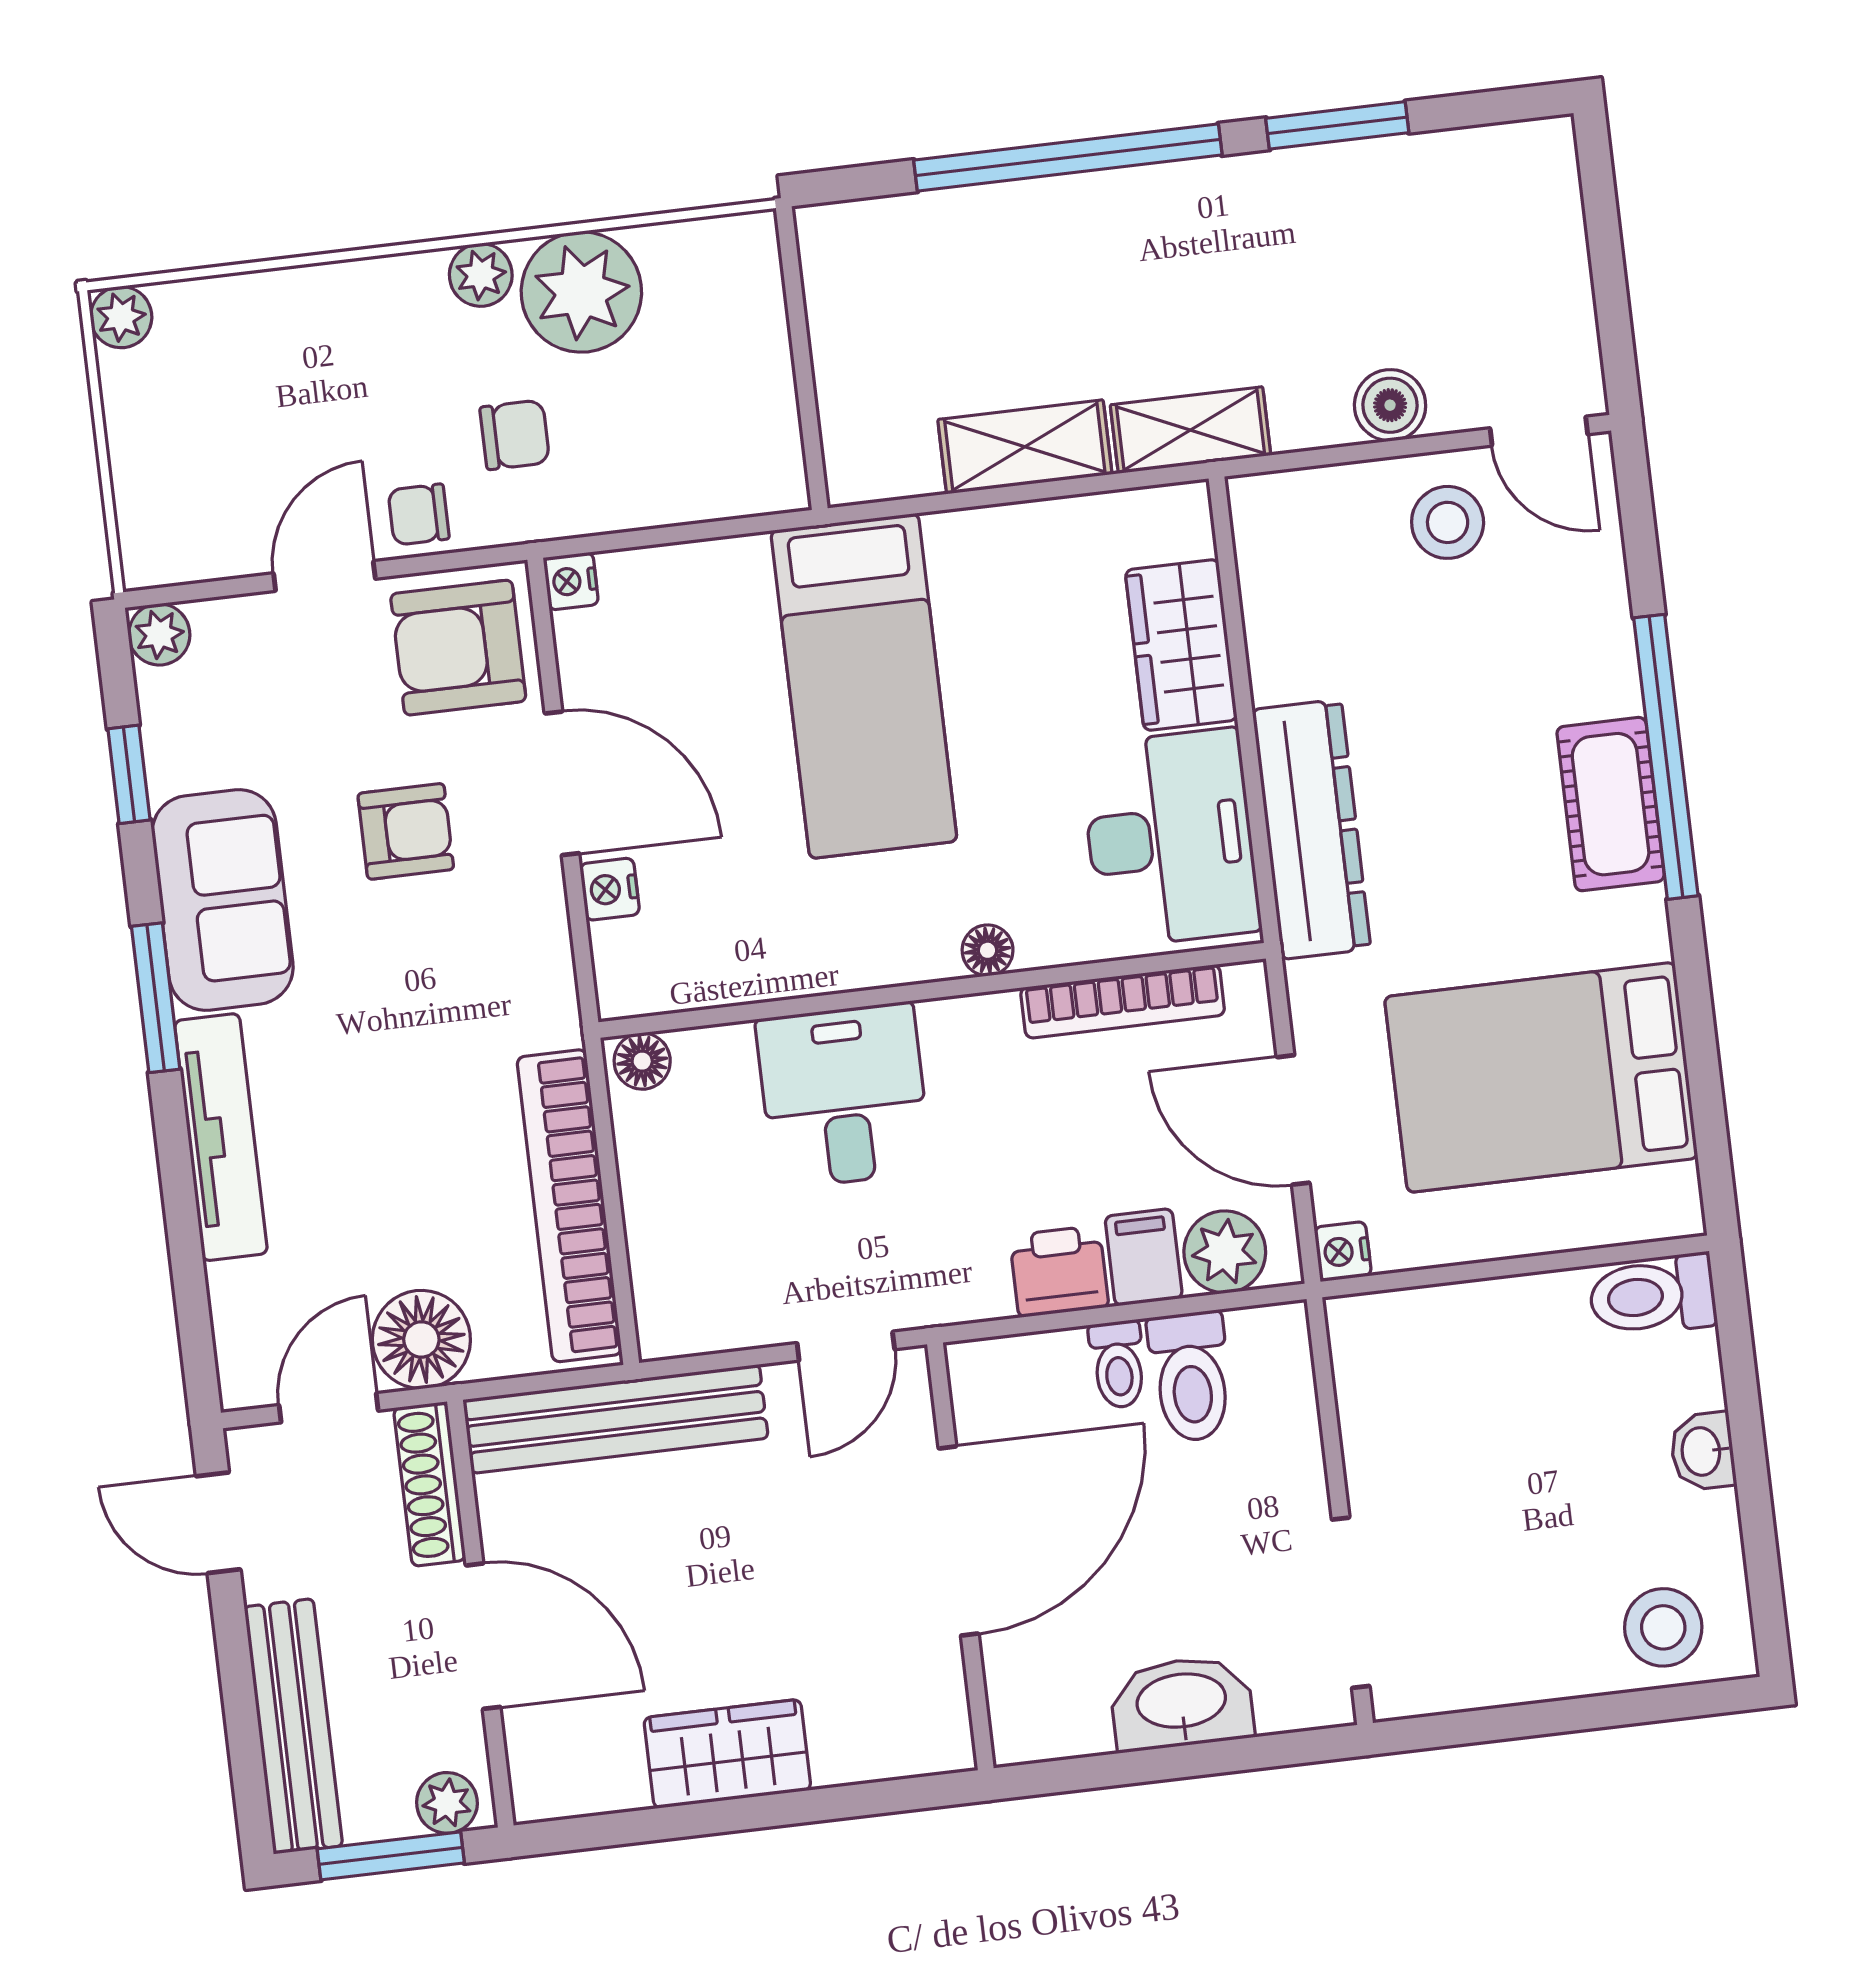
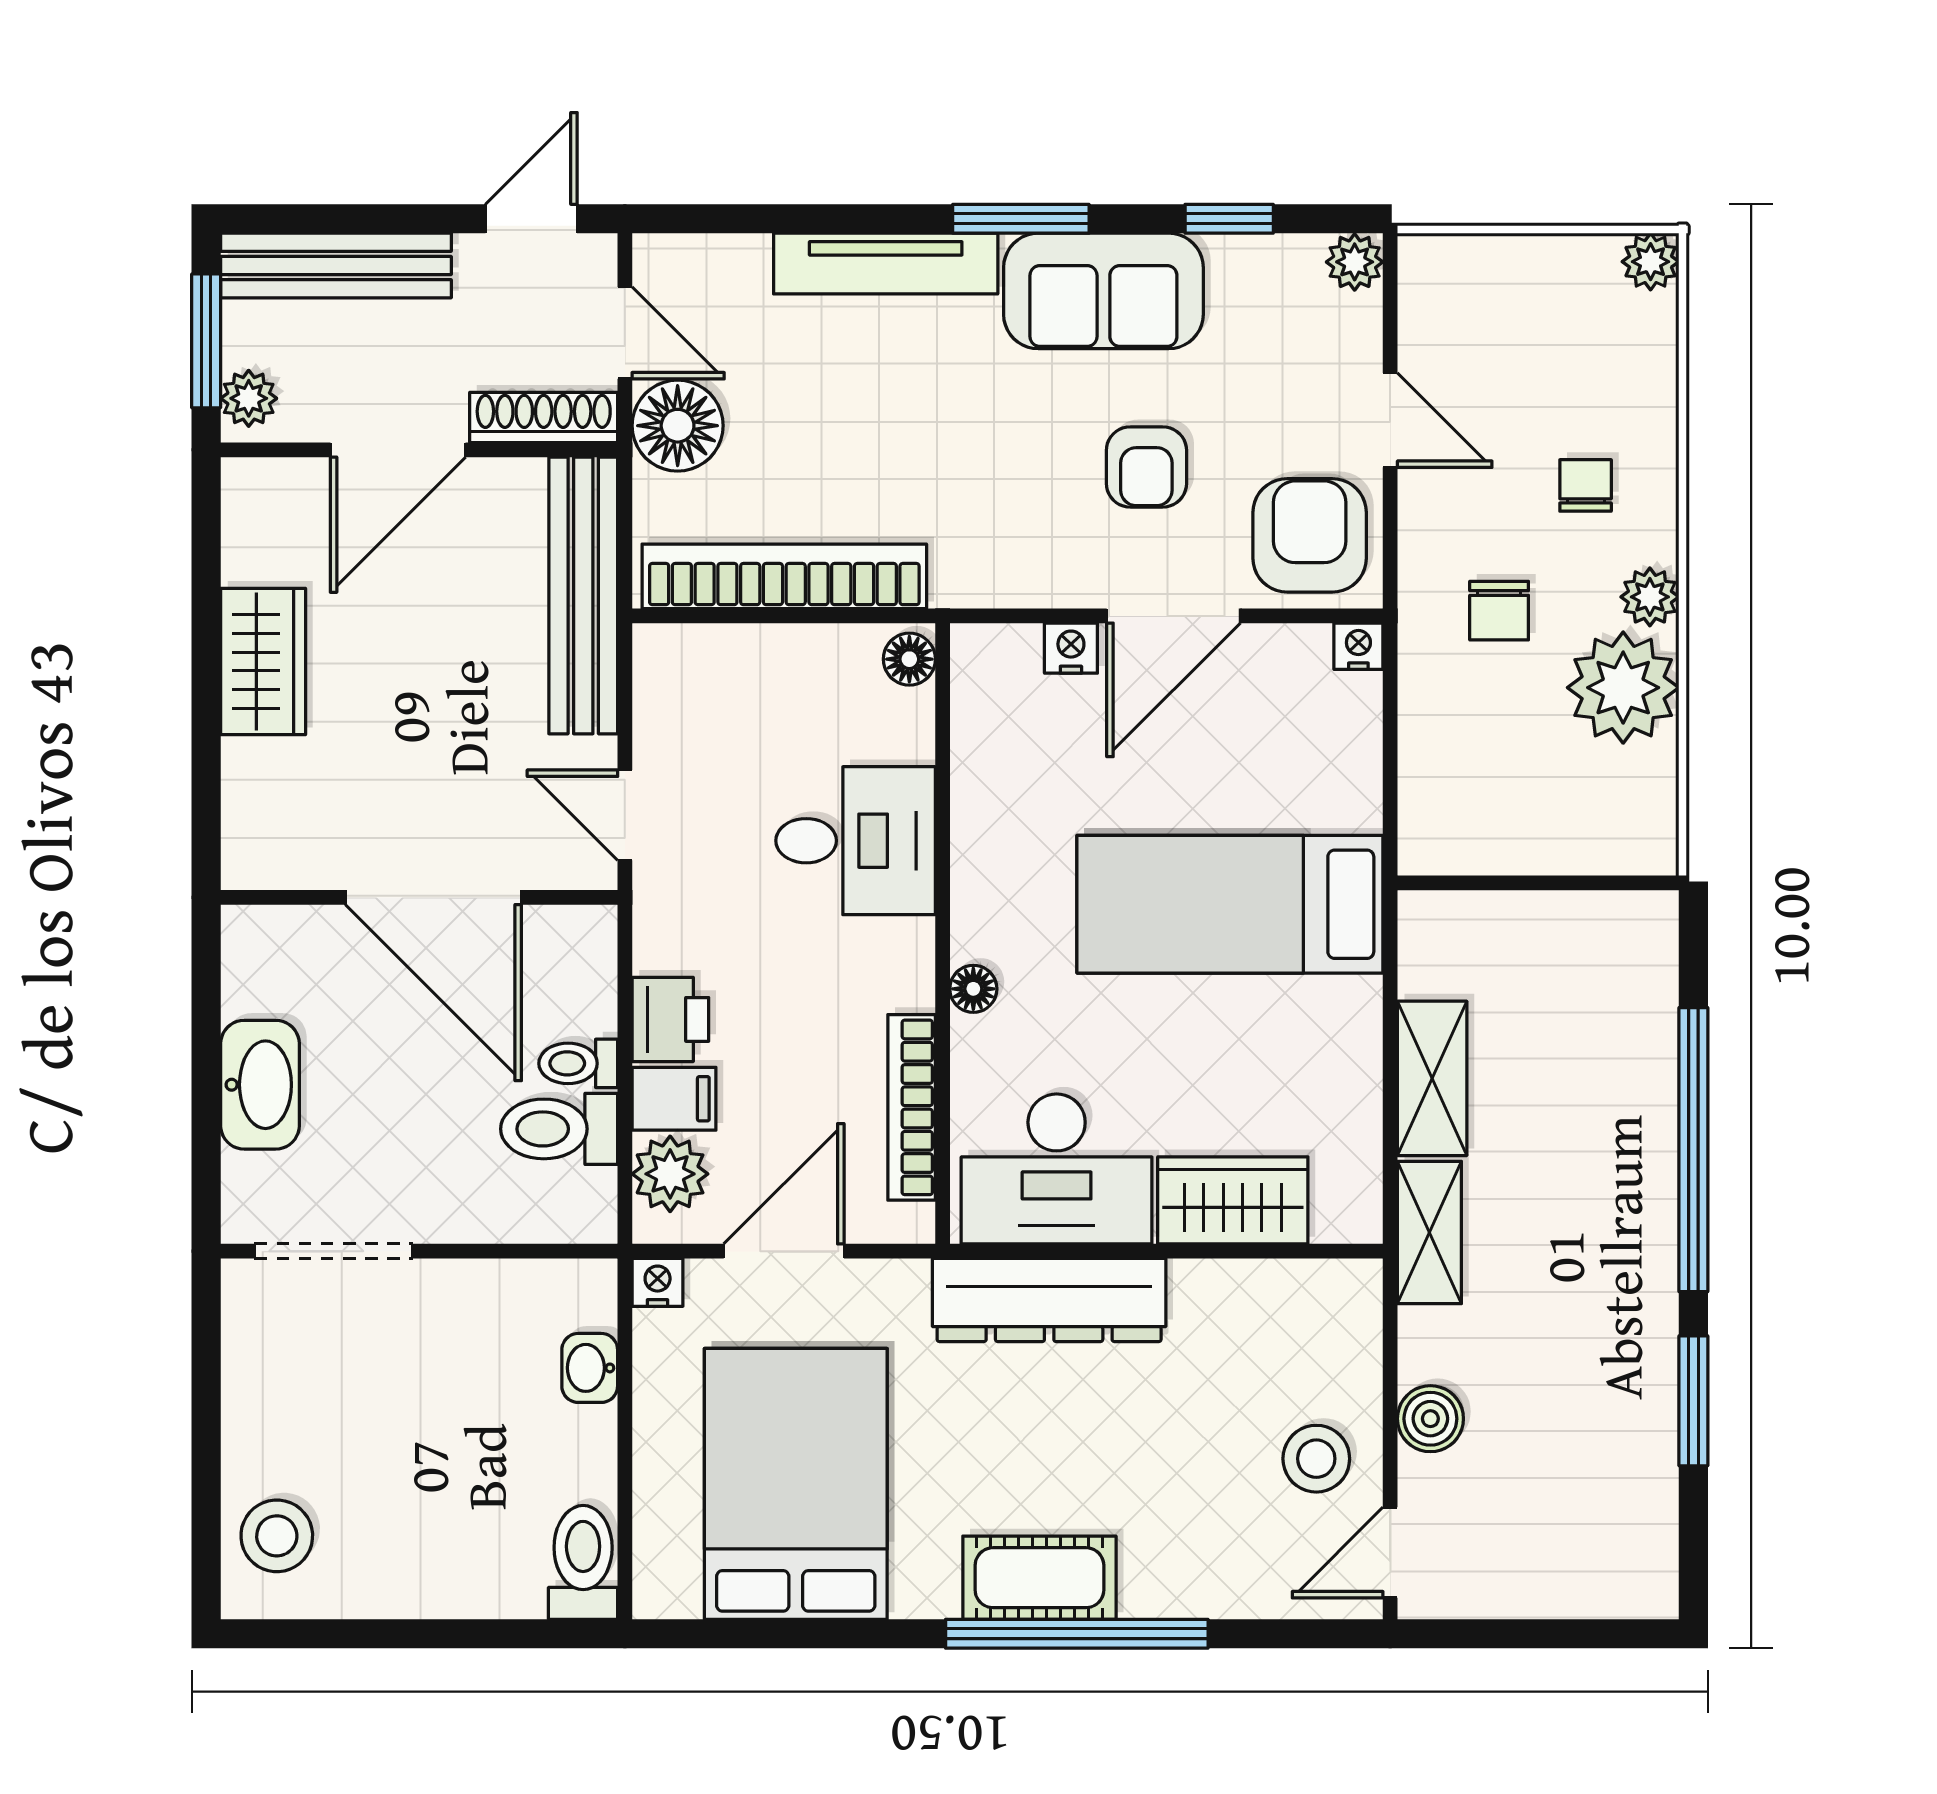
chair: (419, 514) -> (1586, 485), moved
washbasin: (1703, 1451) -> (590, 1368), moved, turned -90

